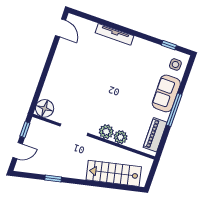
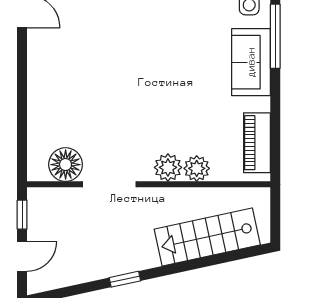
floor lamp: (45, 108) -> (66, 165), moved
window: (174, 110) -> (275, 36), moved
window: (53, 179) -> (125, 279), moved

